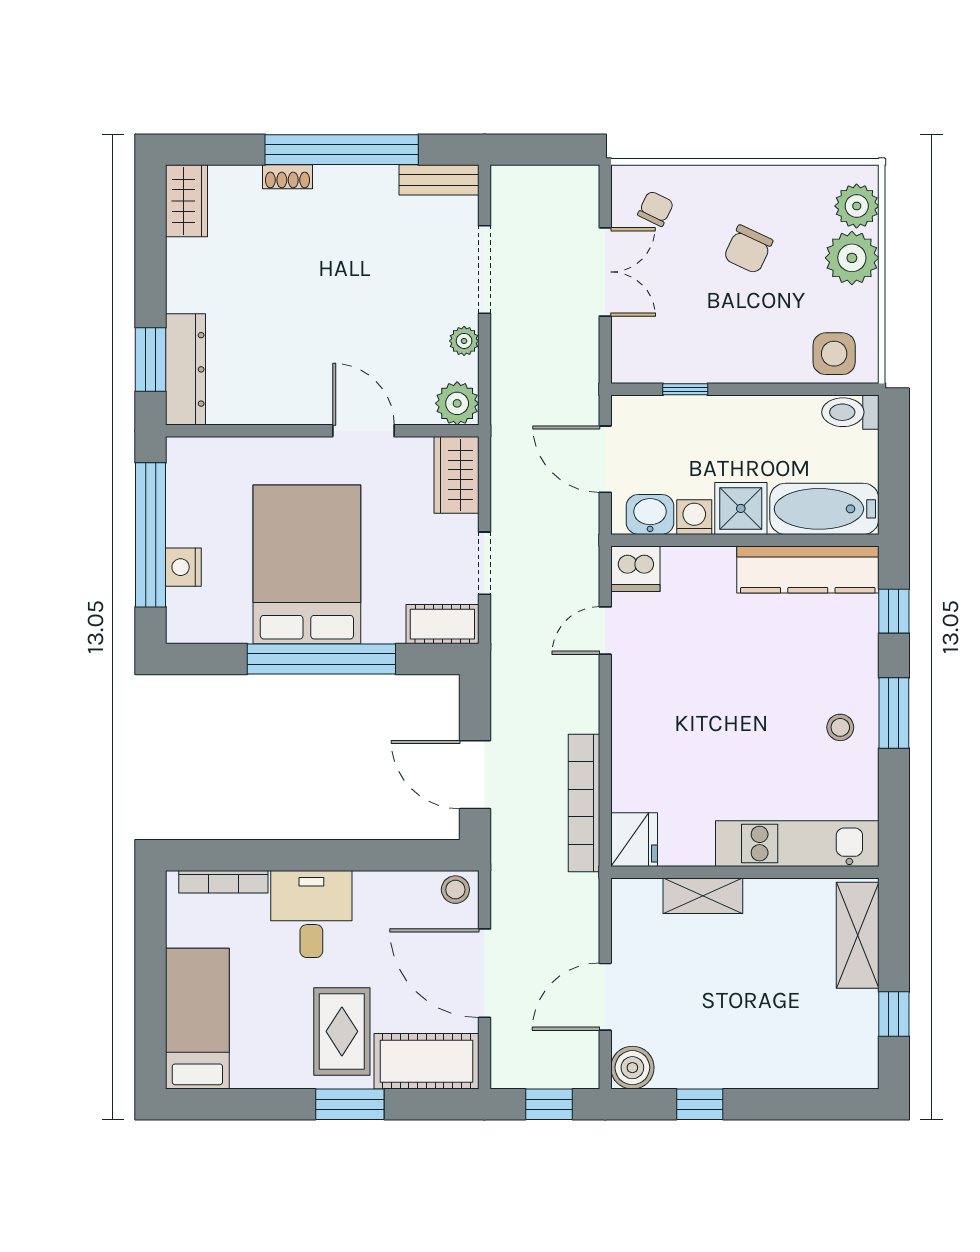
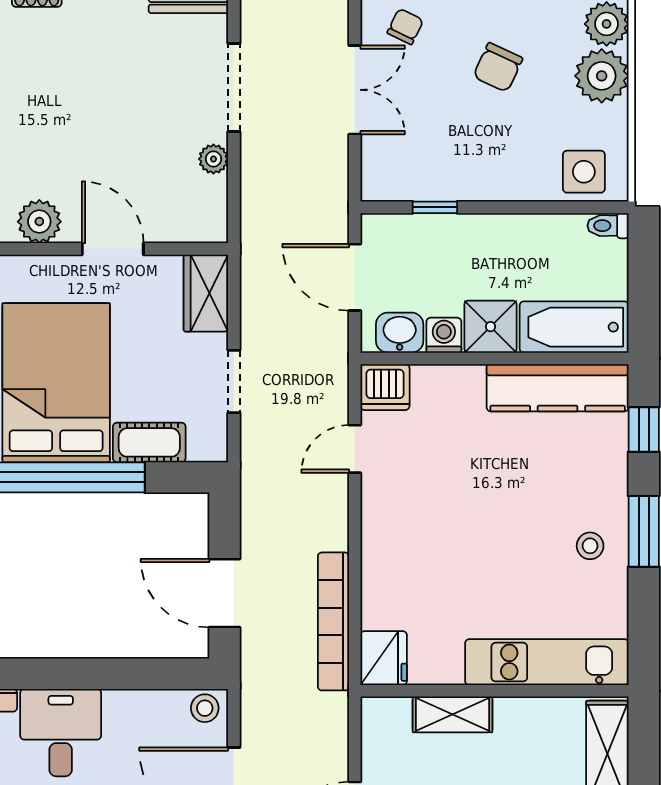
plant: (457, 403) -> (39, 222), moved
toilet: (850, 412) -> (608, 226), width x0.73, depth x0.72
cot: (442, 624) -> (149, 442), moved

